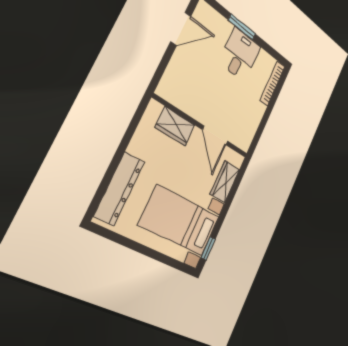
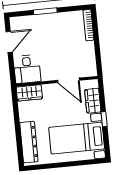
desk: (240, 55) -> (27, 69), moved, turned 180
wardrobe: (175, 126) -> (29, 93), moved
window: (208, 248) -> (104, 119), moved

